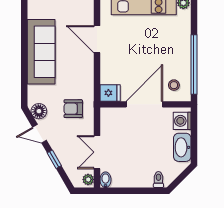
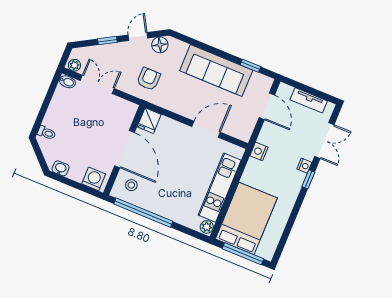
window: (24, 23) -> (251, 66), added
washbasin: (182, 147) -> (61, 168), width x0.52, depth x0.69

